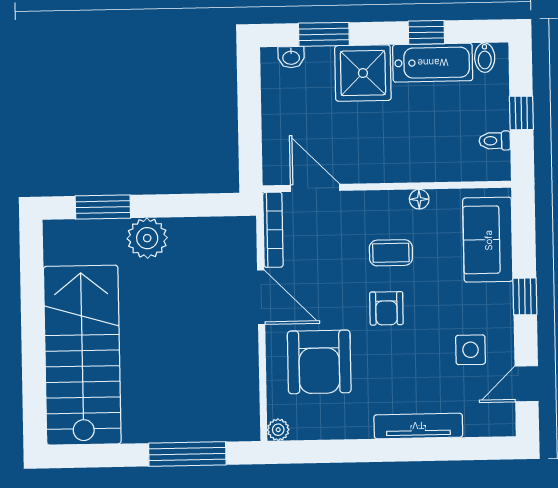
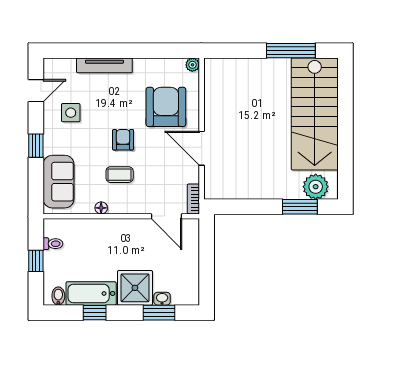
washbasin: (291, 57) -> (162, 299), moved
bookcase: (273, 230) -> (193, 199), width x0.64
plant: (147, 238) -> (316, 187), moved
window: (187, 454) -> (291, 51), moved

